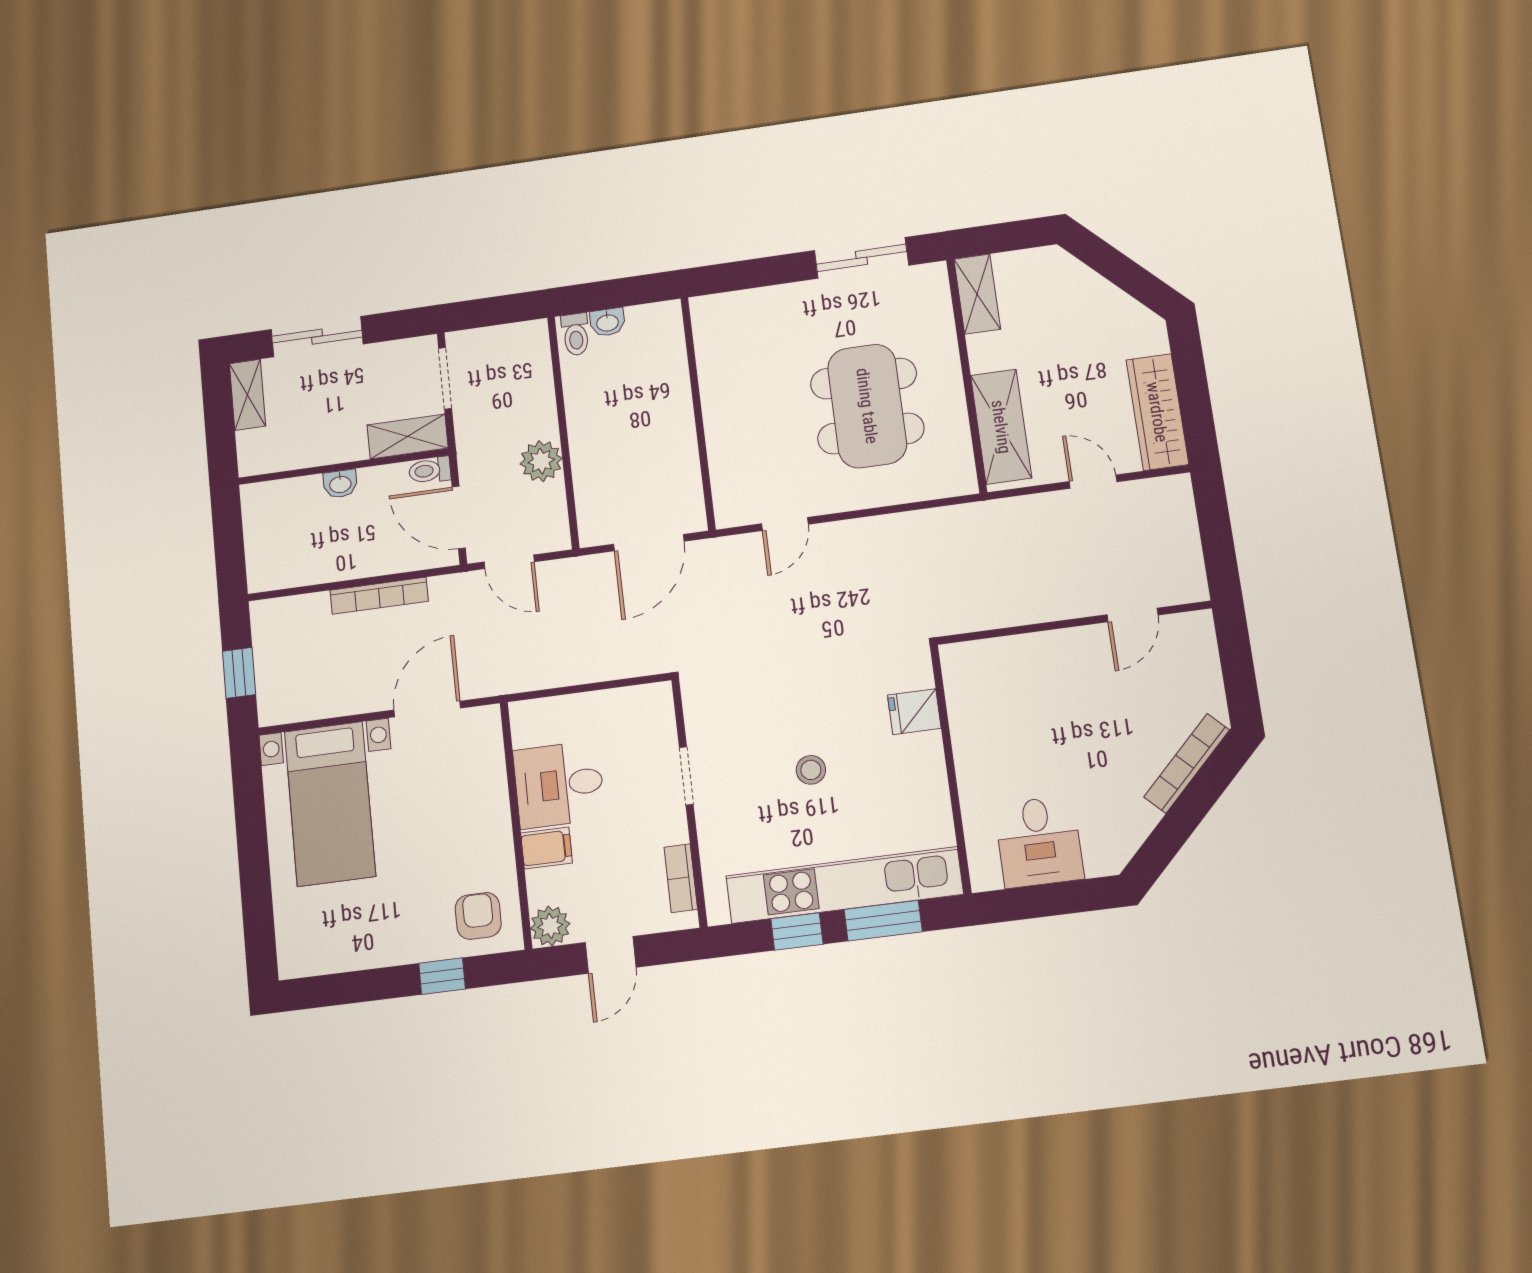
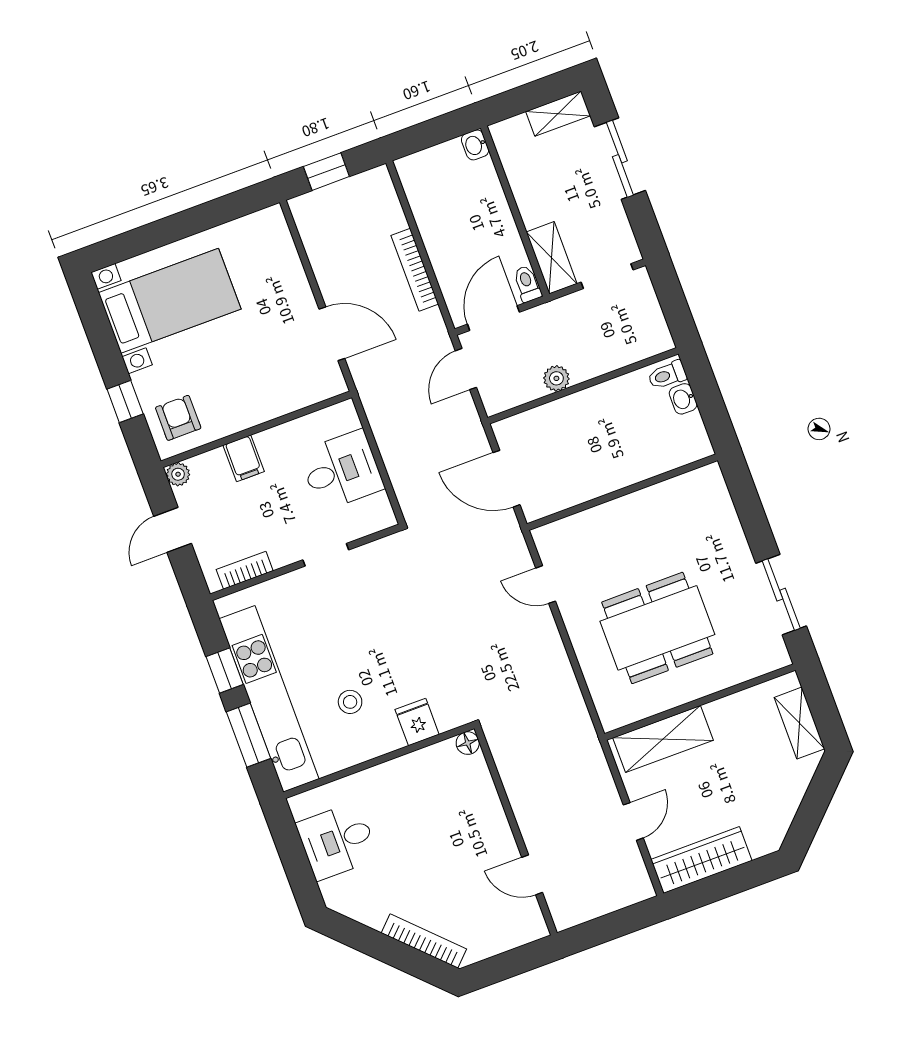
shelving: (977, 294) -> (799, 723), moved, turned 90
plant: (541, 461) -> (556, 378), width x0.73, depth x0.73
washbasin: (340, 484) -> (475, 145), moved
floor lamp: (954, 657) -> (468, 743), added
stool: (811, 770) -> (350, 702), moved
desk: (559, 785) -> (342, 470), moved, turned 90
bed with nightstands: (330, 804) -> (170, 301), moved, turned 180
armchair: (478, 916) -> (178, 418), turned -90
plant: (550, 926) -> (178, 474), width x0.73, depth x0.73
door: (611, 955) -> (173, 530), hinge flipped

